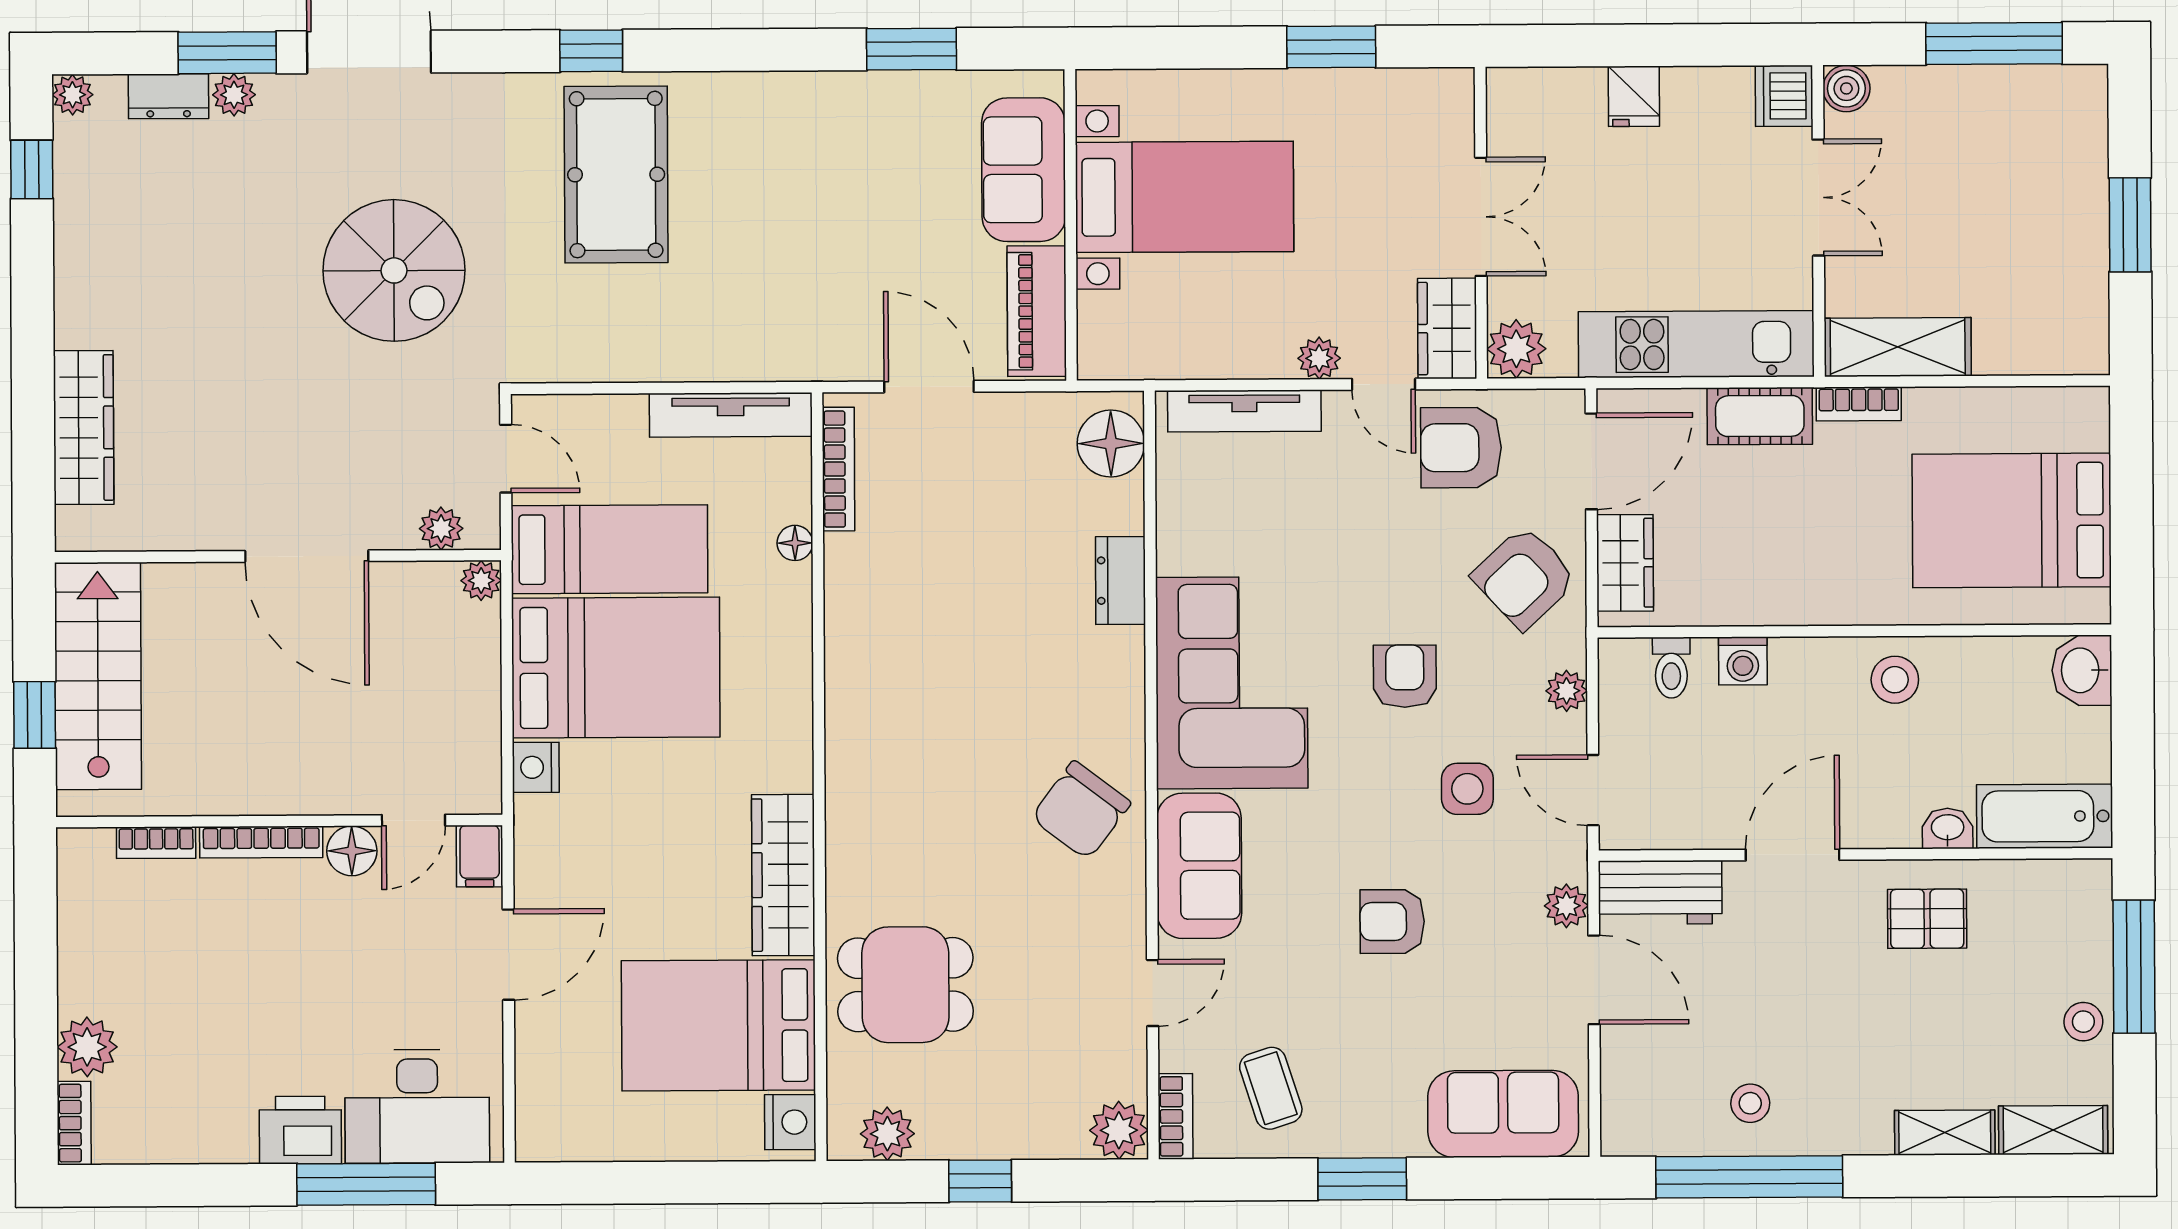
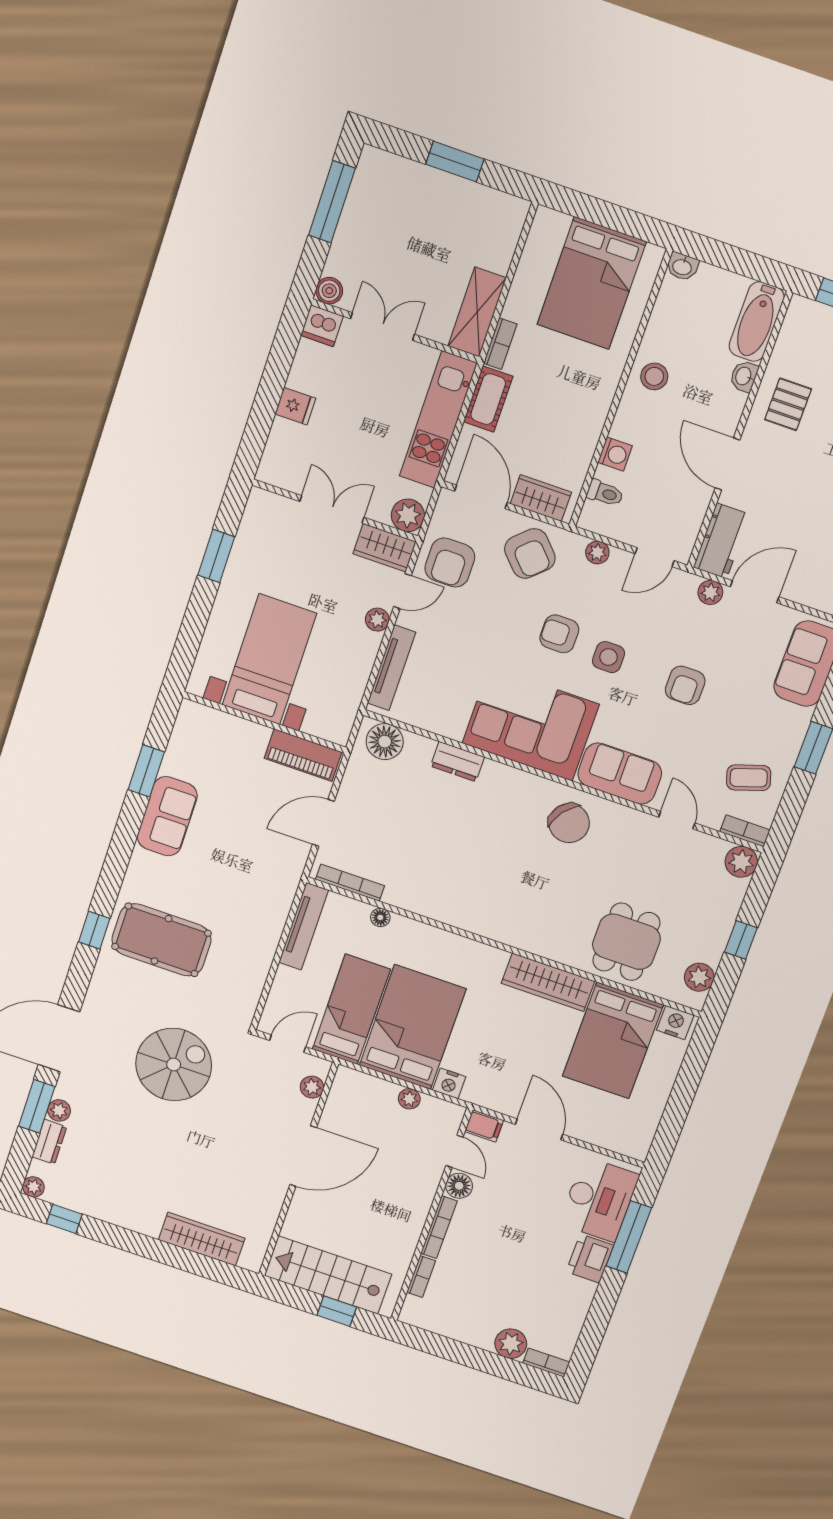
sofa: (1024, 170) -> (167, 816), moved, turned -90
plant: (481, 580) -> (409, 1099), moved
washbasin: (2082, 670) -> (682, 267), width x0.72, depth x0.69
side table: (1467, 789) -> (608, 657), moved

